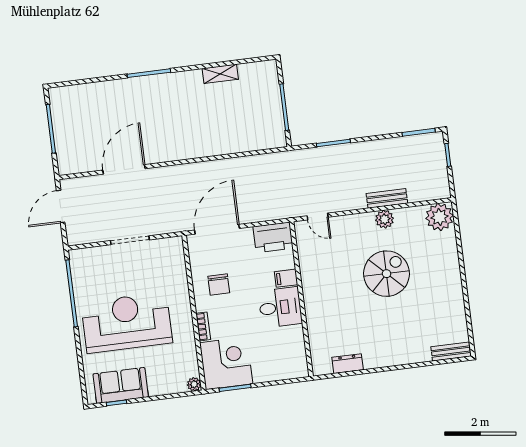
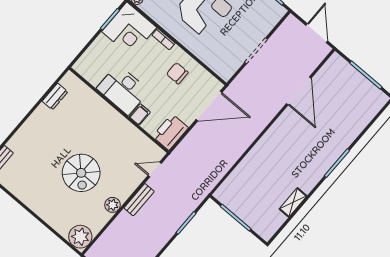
bench: (387, 198) -> (139, 200), moved
door: (217, 229) -> (209, 106), hinge flipped
desk: (280, 307) -> (123, 90), width x1.37

